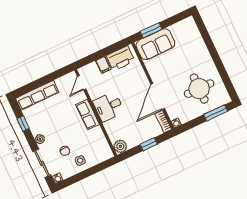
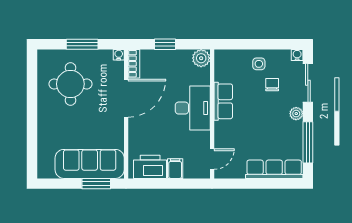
sofa: (155, 44) -> (90, 164), width x1.36
desk: (109, 107) -> (193, 108), width x1.37
window: (216, 113) -> (82, 44), moved
row of seats: (88, 115) -> (223, 101), moved
window: (23, 124) -> (308, 142), width x2.17

